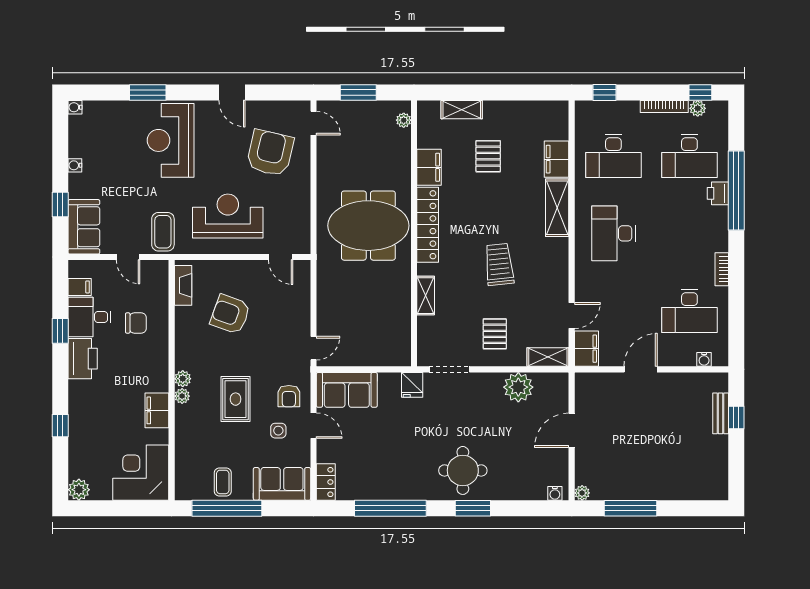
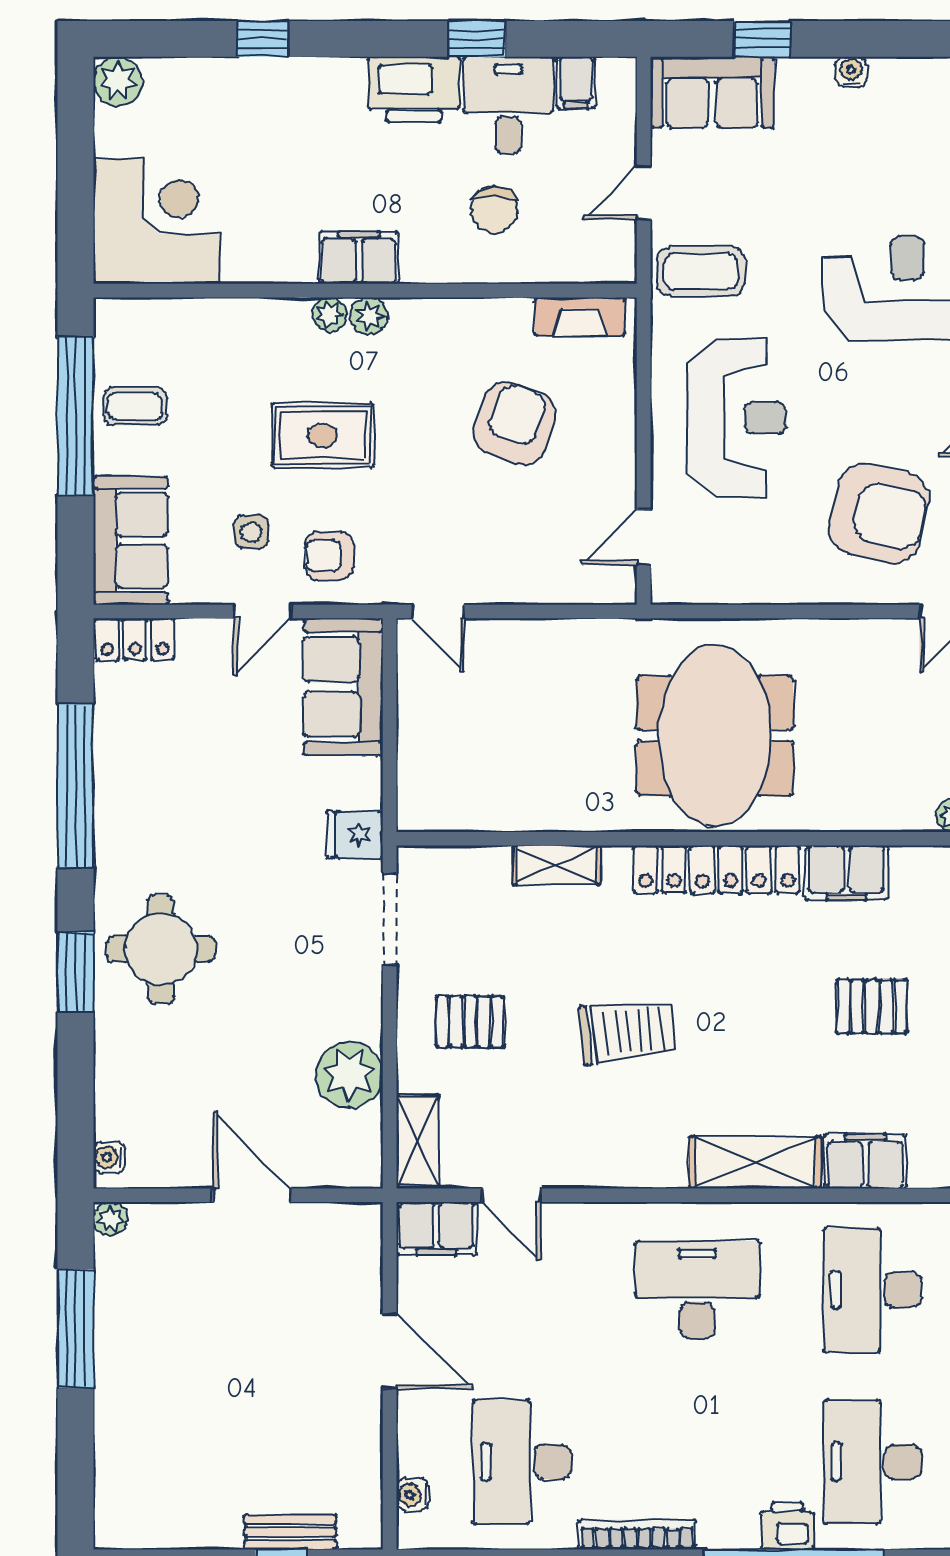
bookcase: (722, 269) -> (637, 1535), width x1.56
filing cabinet: (157, 410) -> (359, 258), moved

